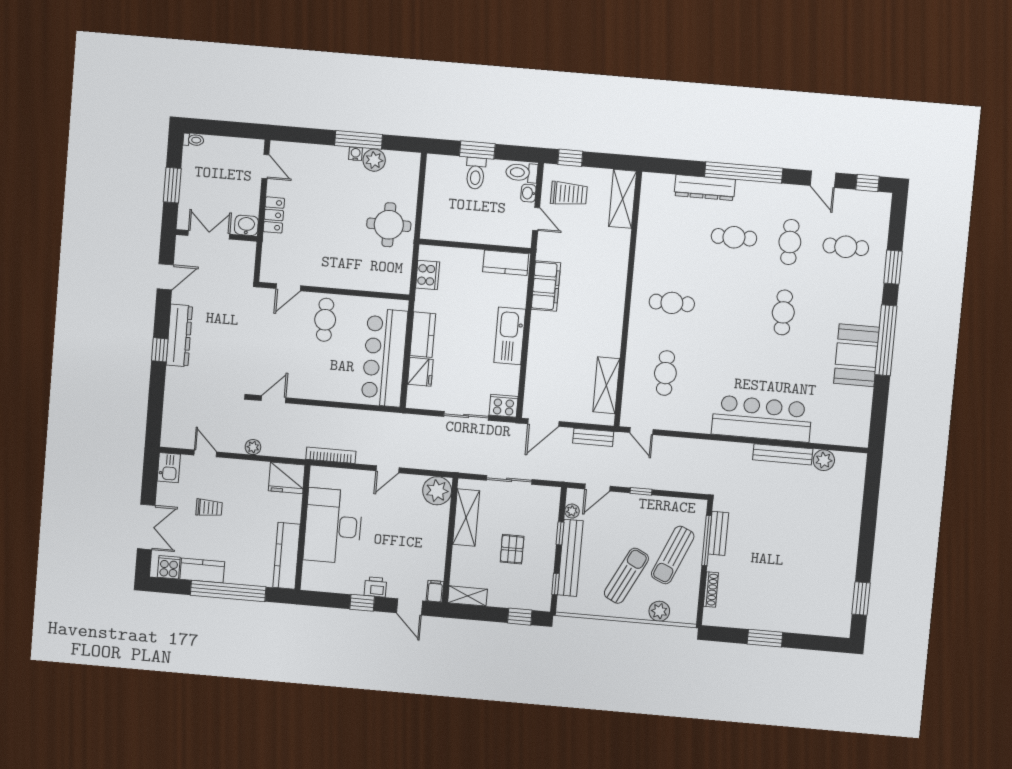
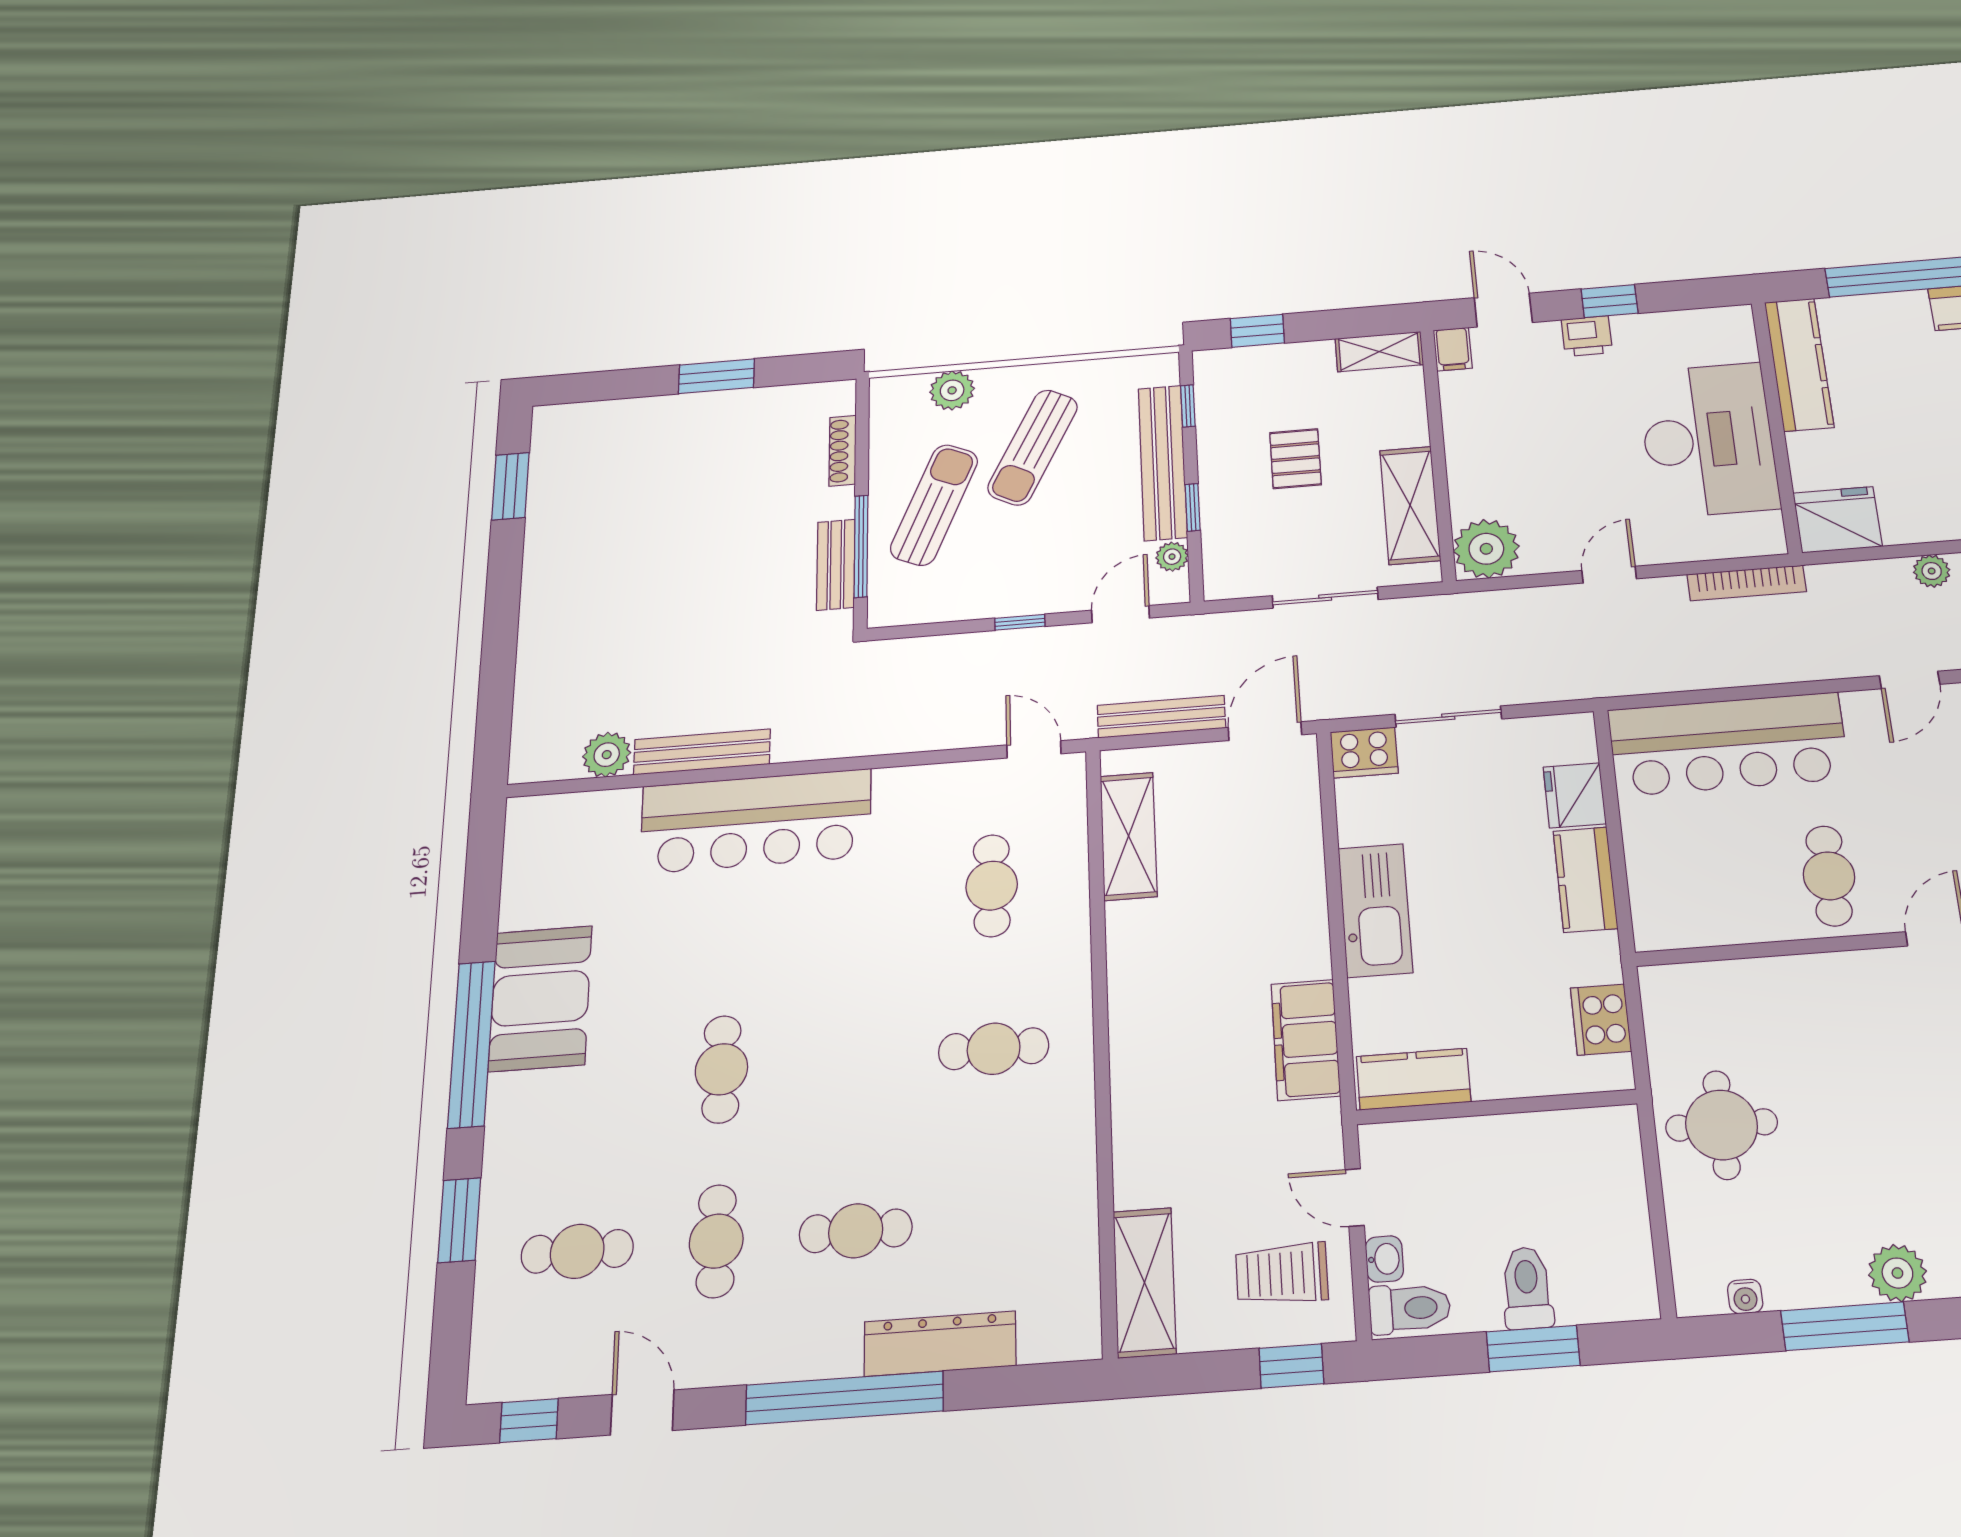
water cooler: (356, 154) -> (1745, 1296), moved
plant: (374, 160) -> (1897, 1273), moved
bar counter: (384, 358) -> (1728, 744), moved, turned 90
bench: (593, 437) -> (1161, 717), width x1.36

